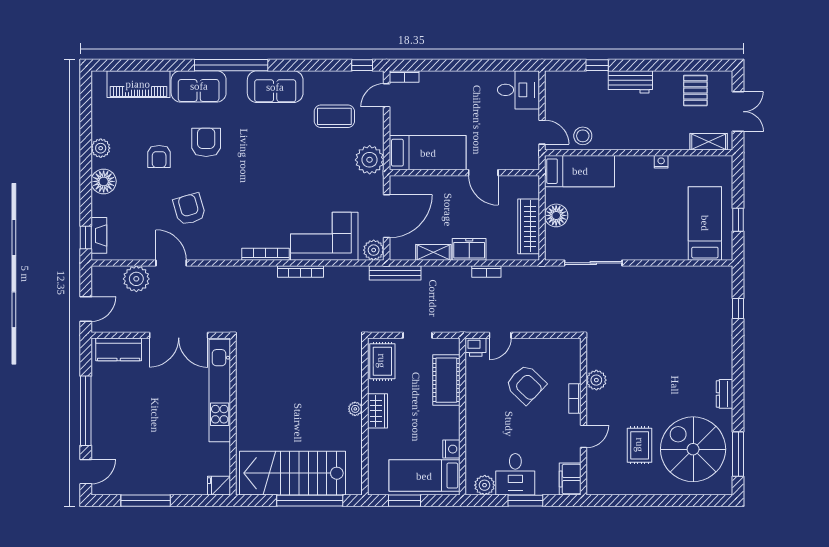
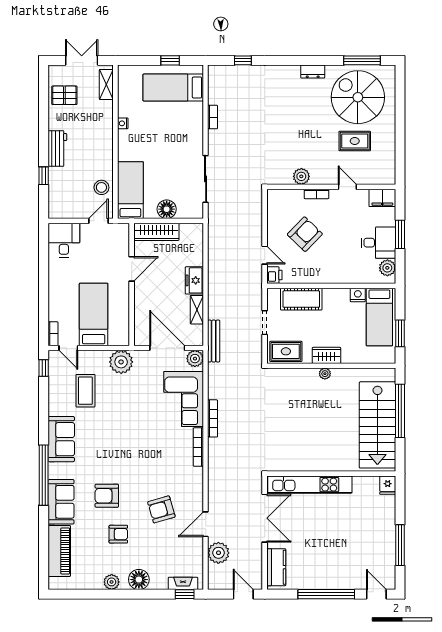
bed: (428, 153) -> (94, 314), moved
wardrobe: (529, 226) -> (156, 232), moved
bookcase: (486, 272) -> (213, 117), moved
spiral stairs: (693, 449) -> (358, 97), turned 90

